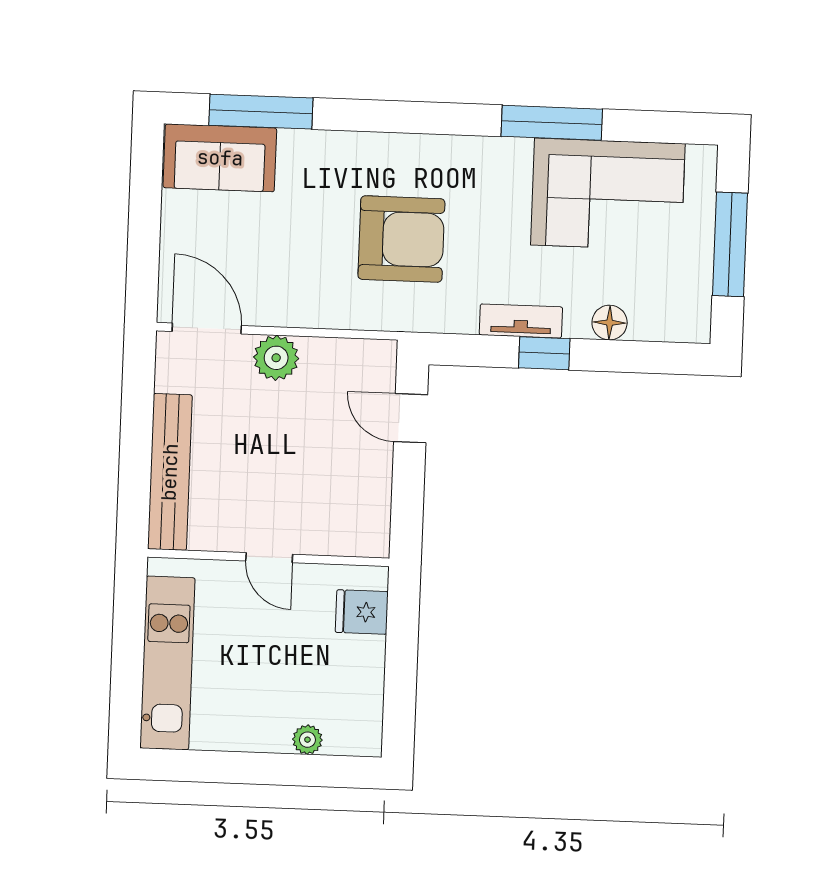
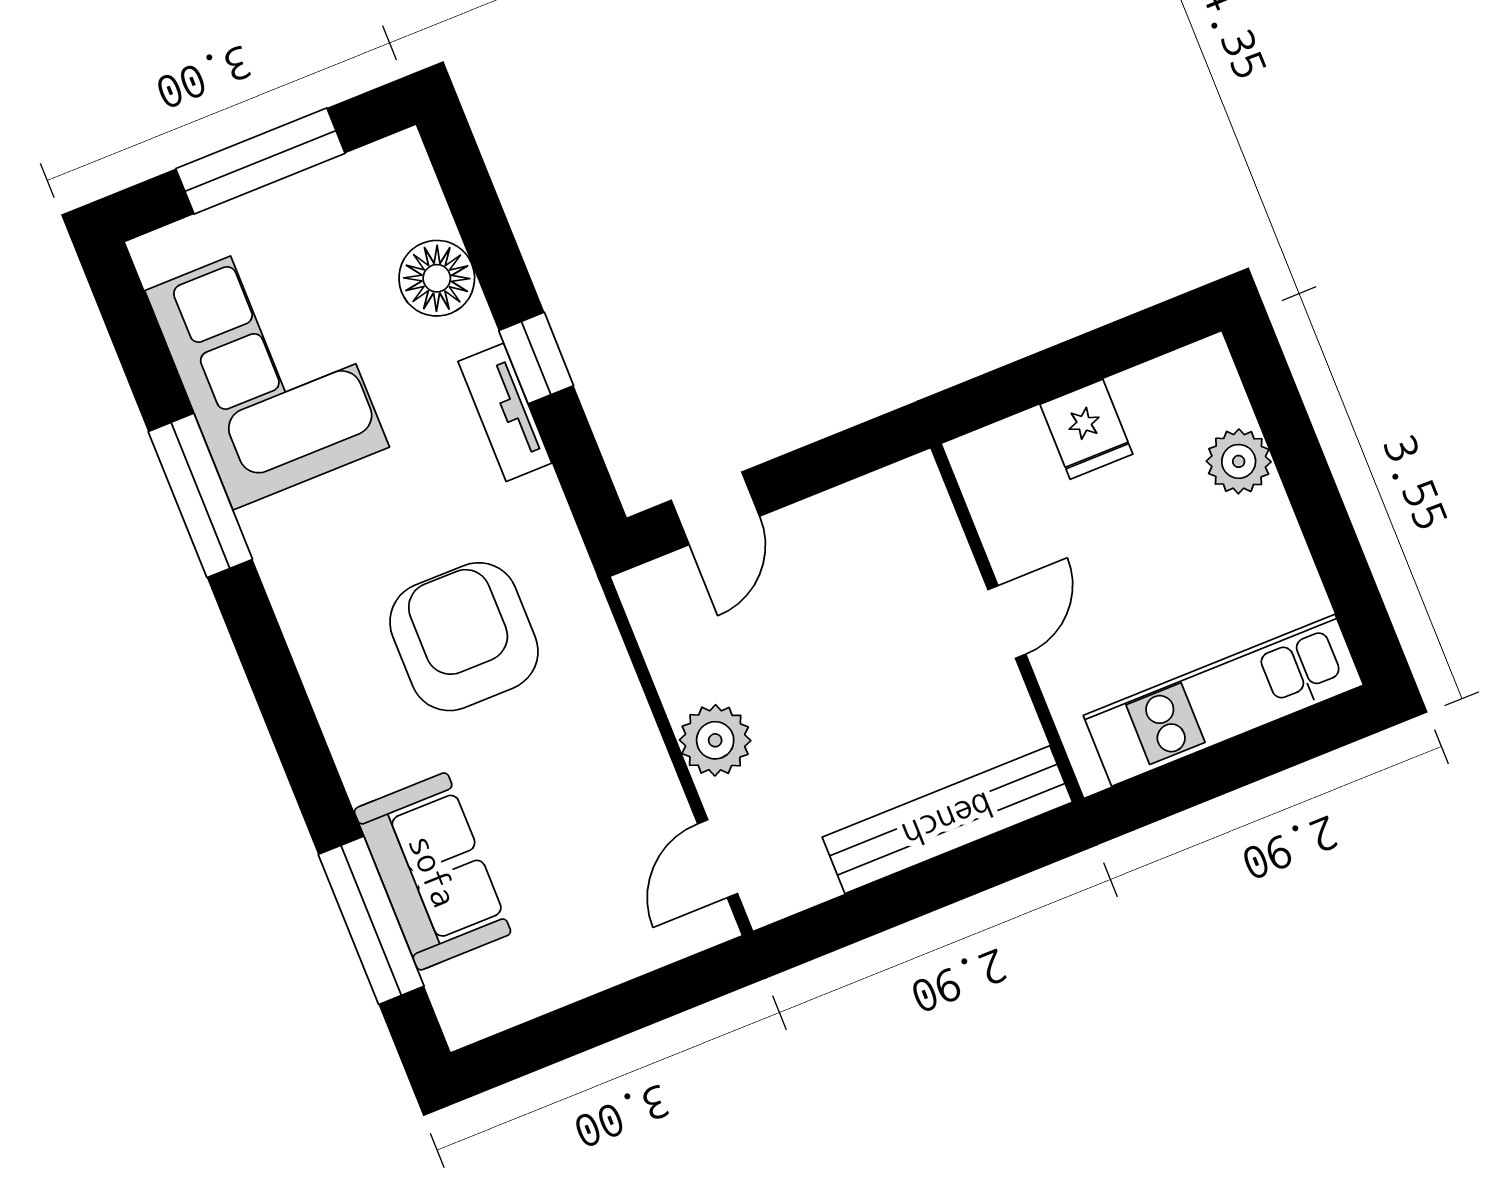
sofa: (220, 158) -> (433, 871), moved
floor lamp: (610, 323) -> (437, 278), width x1.38, depth x1.38
door: (207, 328) -> (718, 859), width x0.73
fridge: (362, 612) -> (1086, 429), moved
plant: (307, 740) -> (1239, 461), width x1.38, depth x1.38

